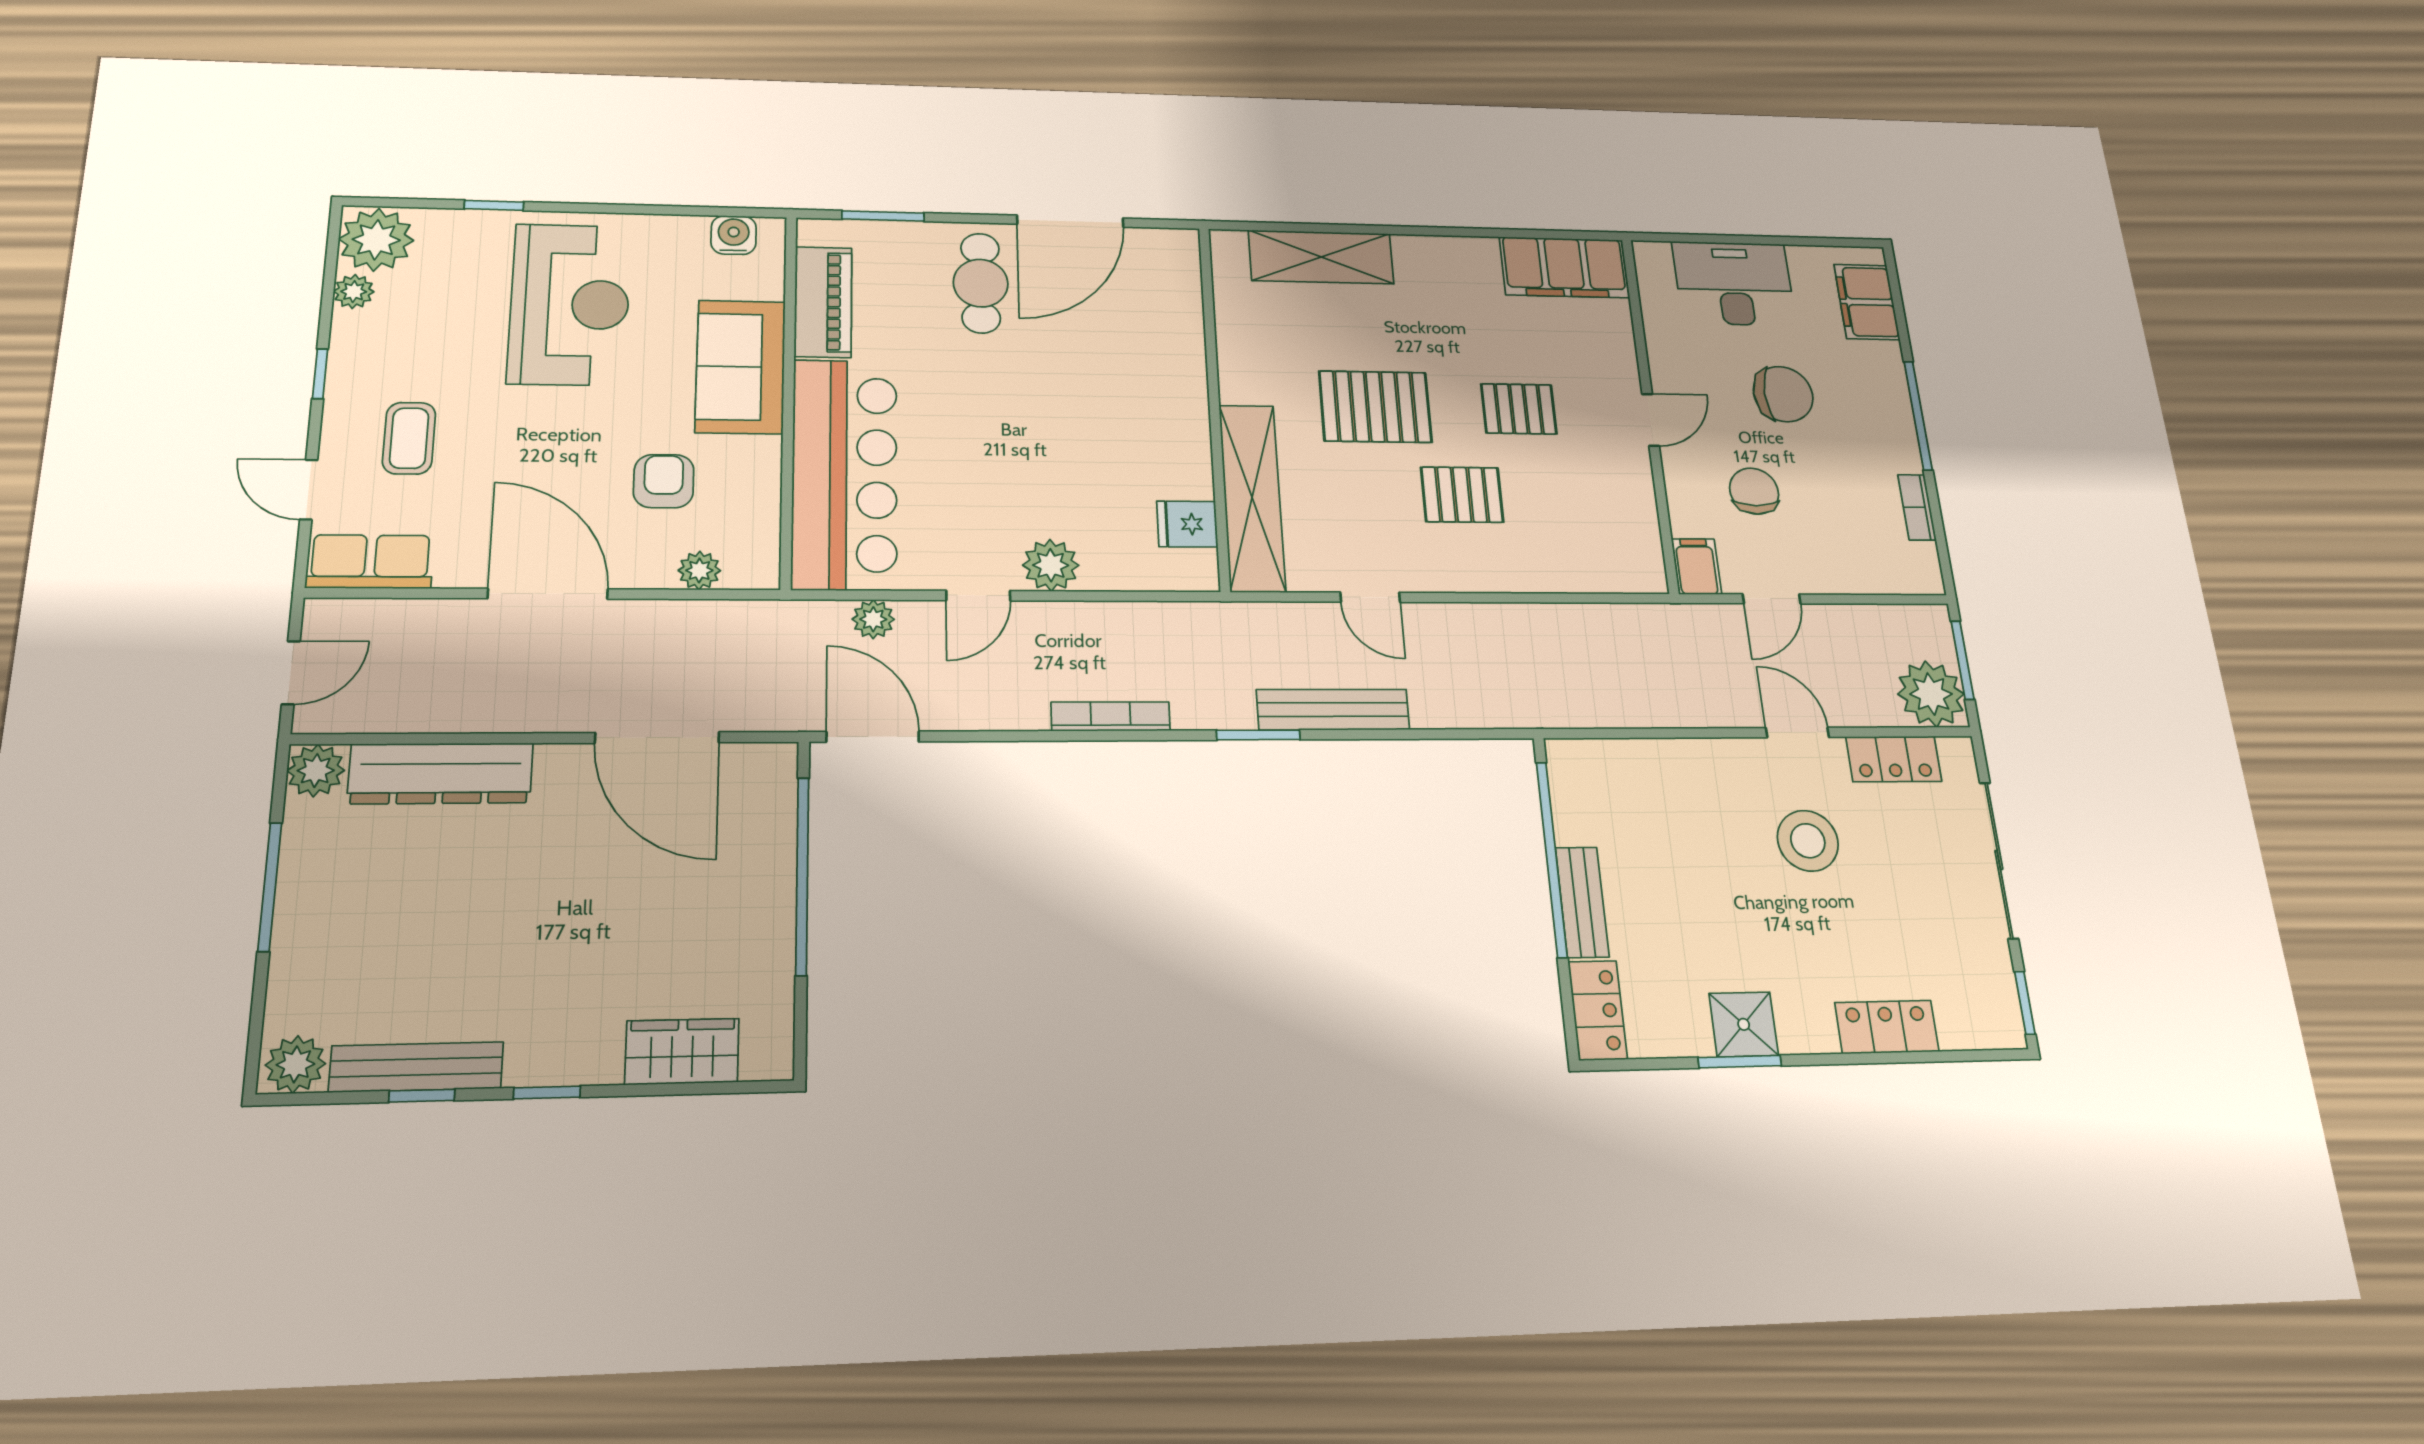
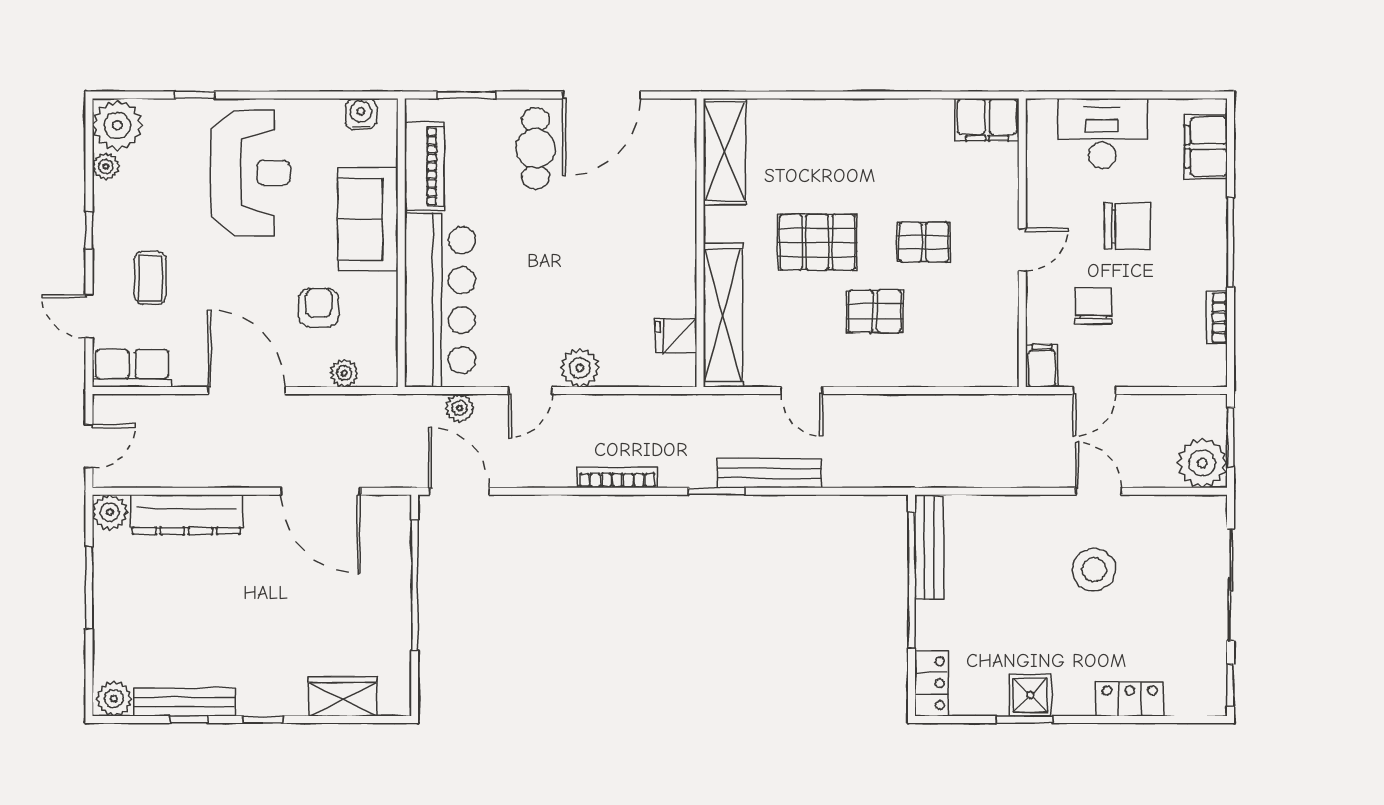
shelving: (1321, 257) -> (725, 152), moved, turned 90
filing cabinet: (1564, 267) -> (987, 120), width x0.67, depth x0.86
locker: (1894, 759) -> (1166, 511), removed
bench: (1582, 902) -> (929, 548), moved, width x1.36

